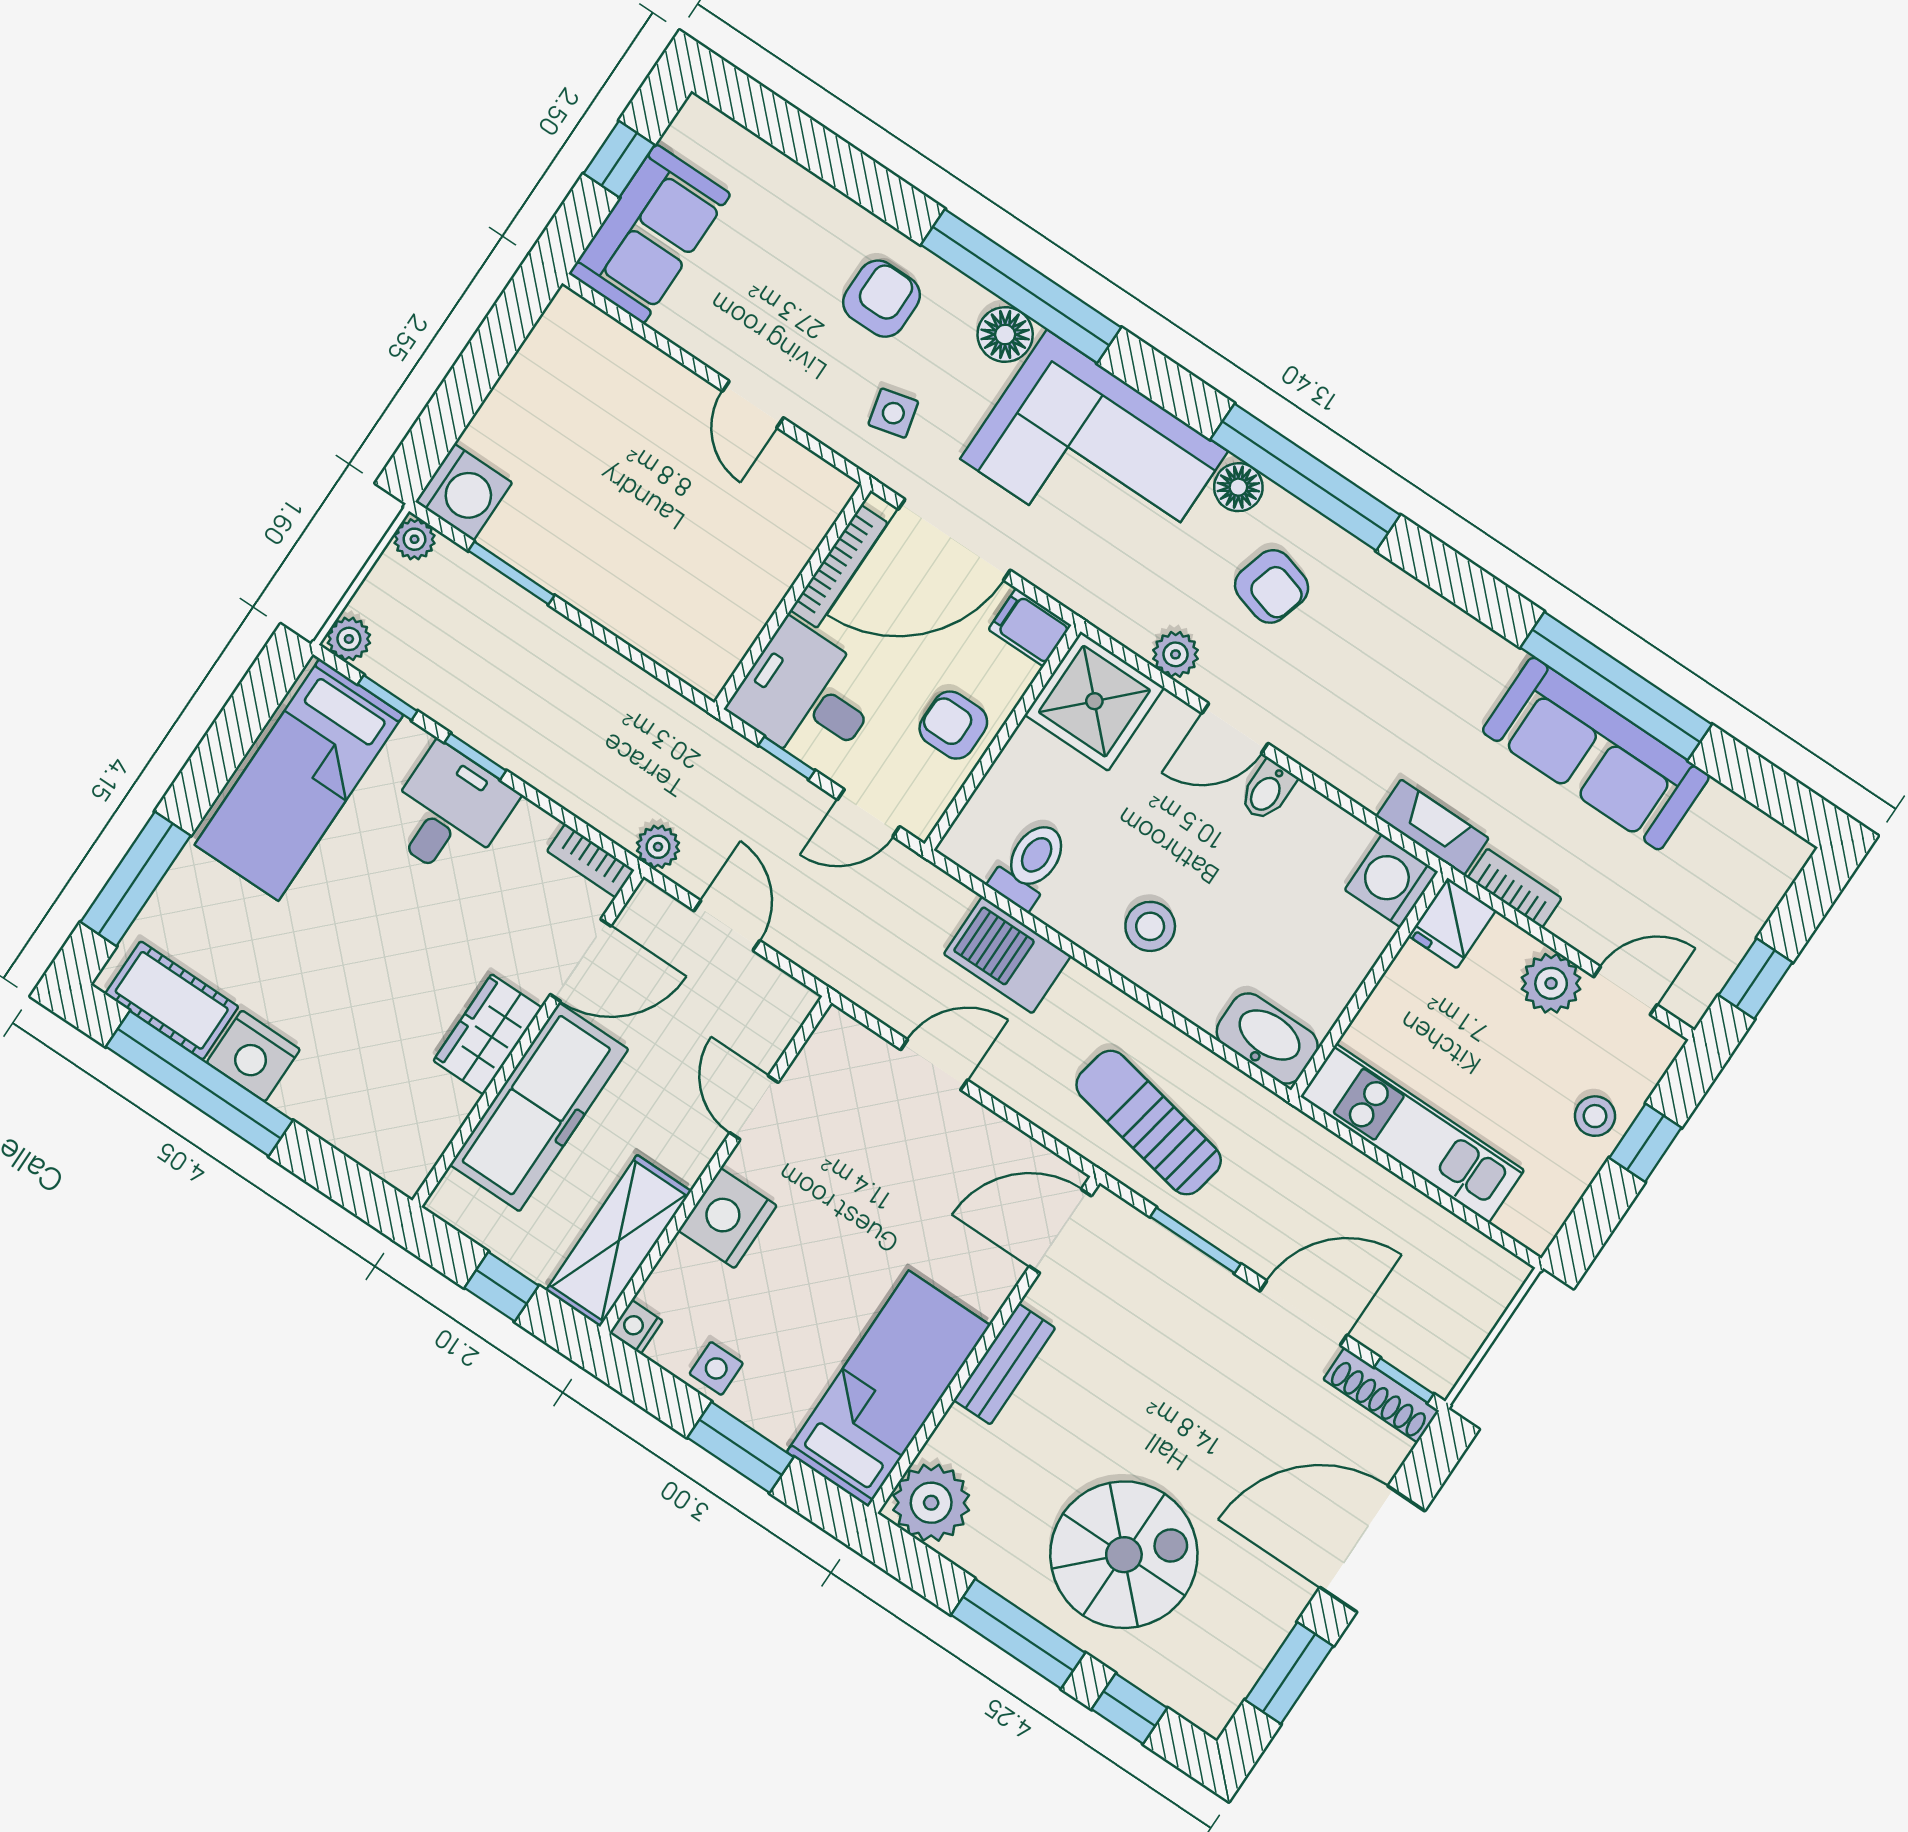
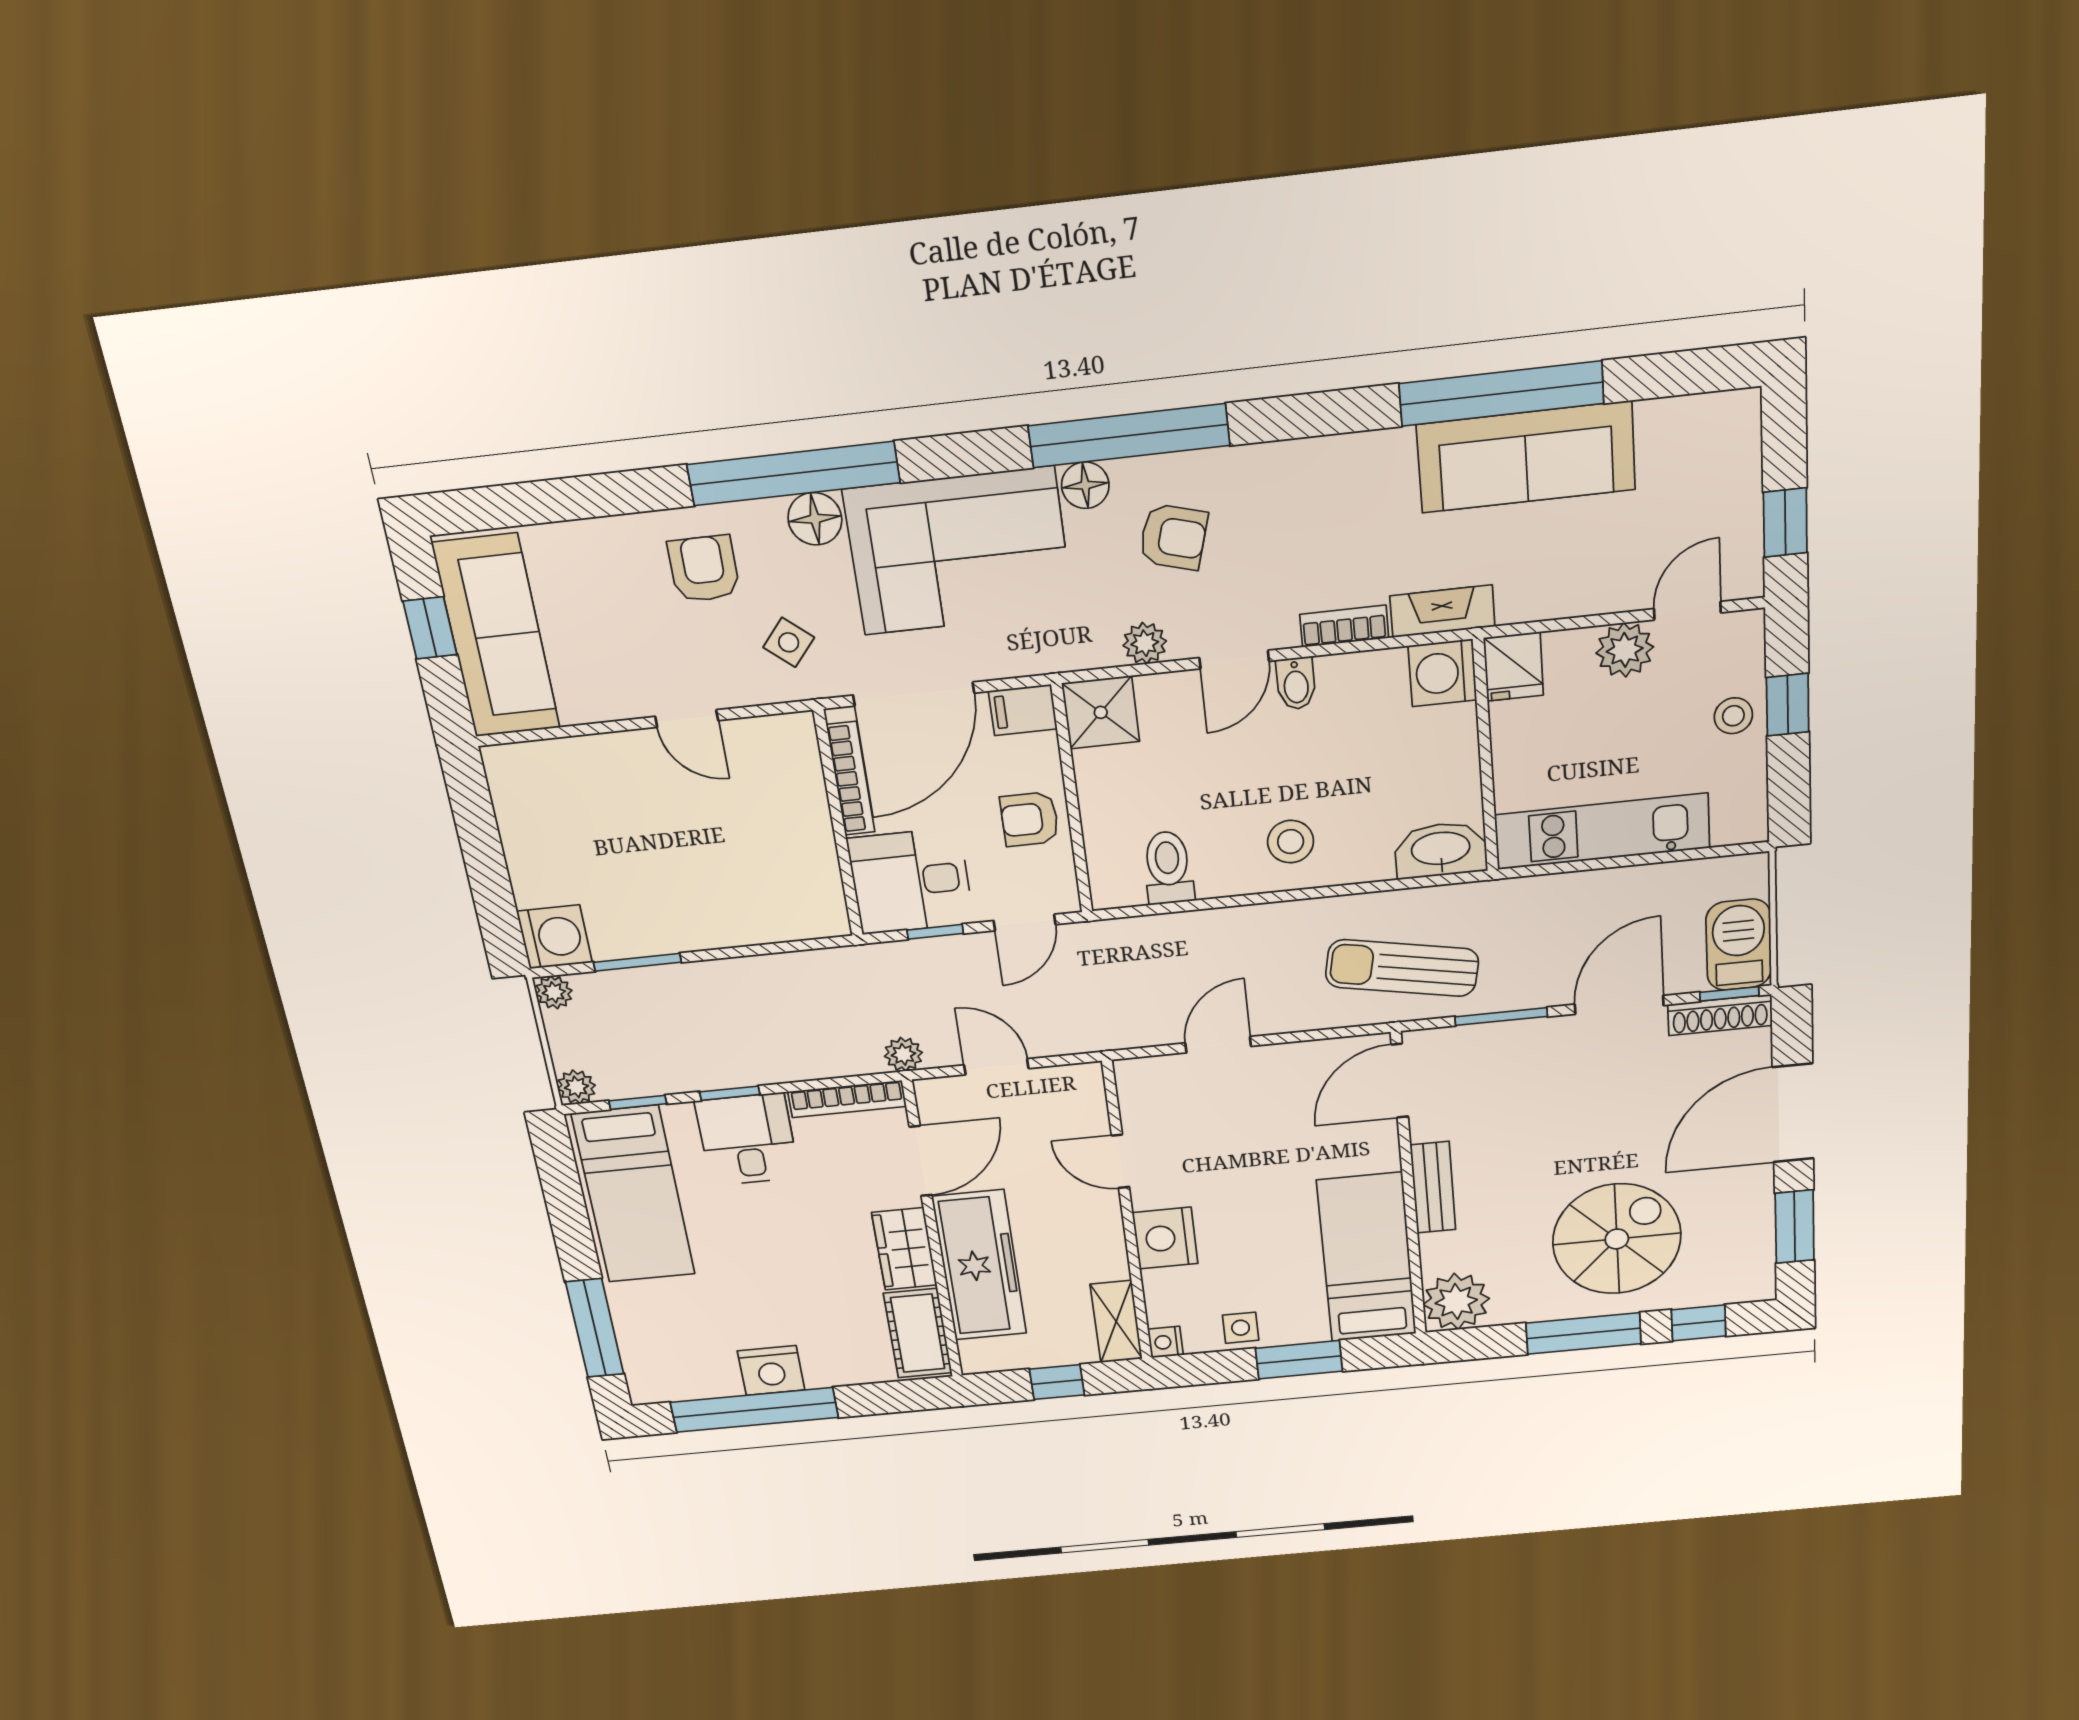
sofa: (650, 234) -> (496, 636), width x1.36
side table: (893, 413) -> (789, 642), turned -36
shower: (1094, 701) -> (1101, 712), width x0.73, depth x0.73
bookcase: (591, 861) -> (847, 1099), width x1.56
bookcase: (1515, 888) -> (1344, 626), moved
barbecue: (1007, 955) -> (1739, 945), moved, turned 90
cot: (172, 1000) -> (918, 1333), moved, turned 90
shelving: (619, 1241) -> (1116, 1322), width x0.67, depth x0.75

